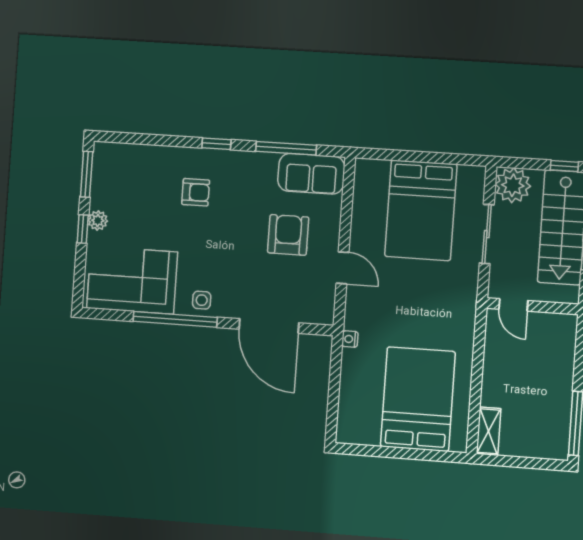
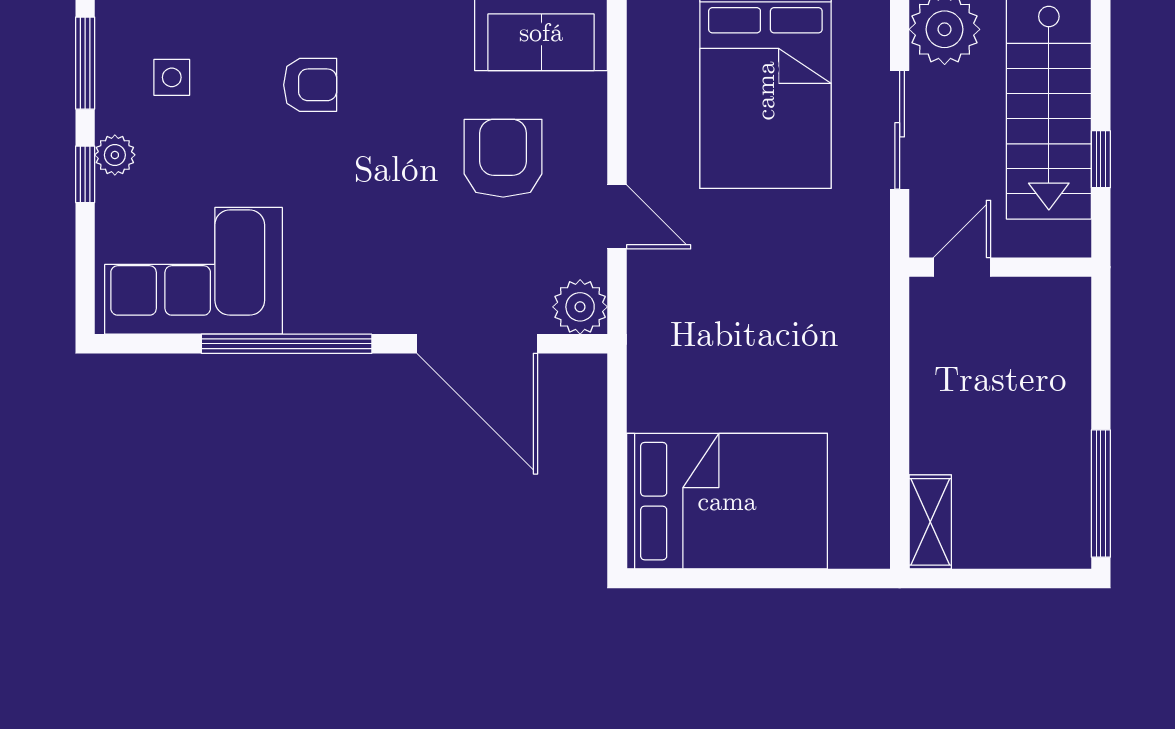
side table: (202, 300) -> (172, 77), moved
door: (513, 305) -> (962, 267), swing flipped
plant: (321, 311) -> (580, 307), added
nightstand: (350, 339) -> (642, 358), removed
bed: (418, 399) -> (727, 501), moved, turned 90

